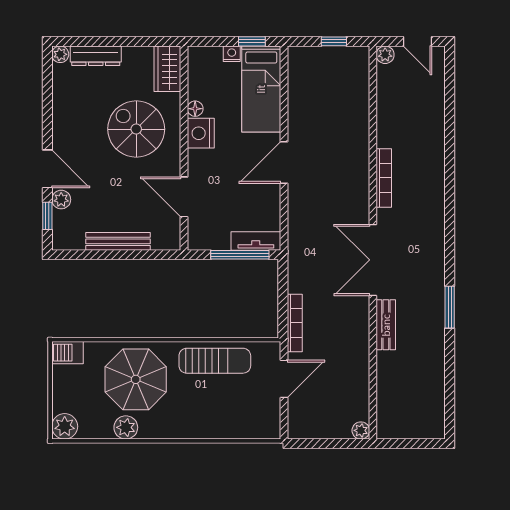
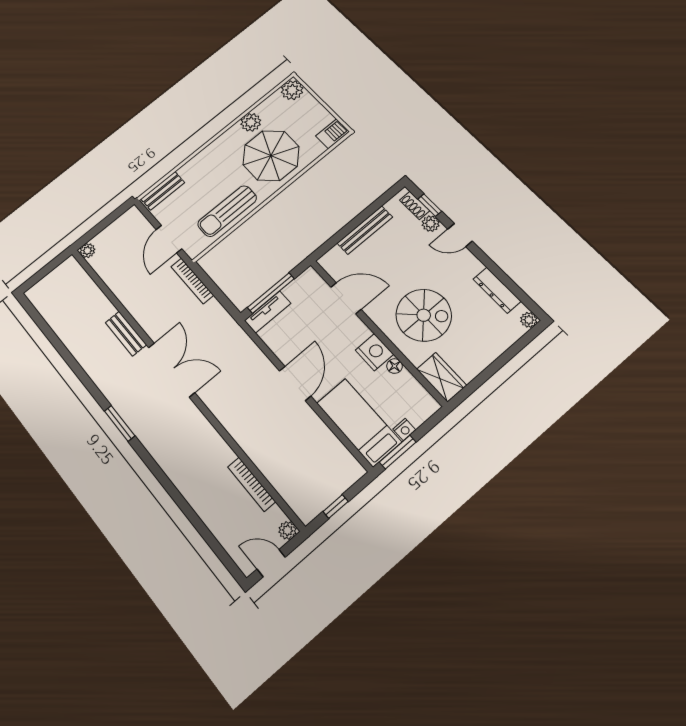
window: (252, 41) -> (398, 452), width x1.50
dresser: (96, 56) -> (497, 290), moved, turned -90
door: (47, 169) -> (460, 235), width x0.73
bookcase: (384, 178) -> (252, 484), moved
shoe rack: (59, 227) -> (415, 205), added
window: (450, 307) -> (120, 423), moved
bench: (253, 430) -> (163, 191), added

